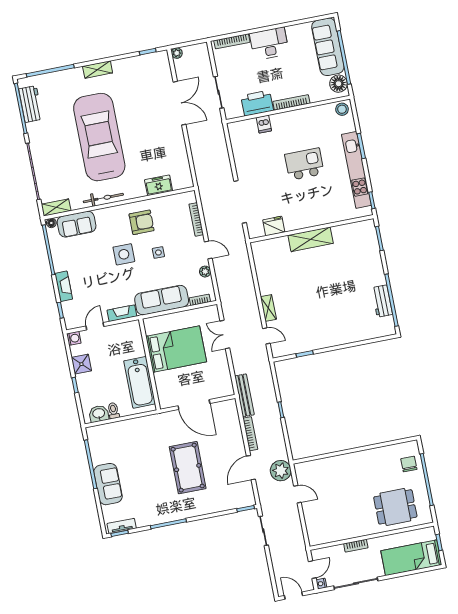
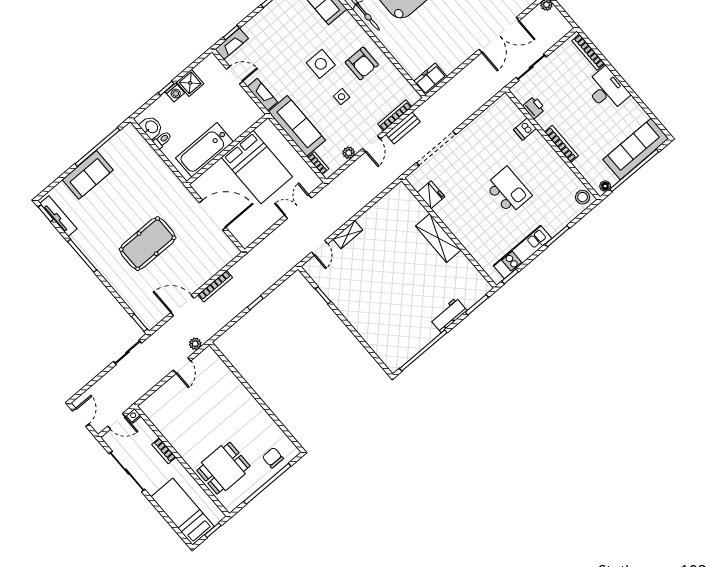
floor lamp: (339, 84) -> (605, 186), width x0.53, depth x0.53
printer: (257, 103) -> (534, 107), width x0.53, depth x0.68
kitchen unit: (356, 170) -> (523, 252), width x0.73
freezer: (159, 185) -> (430, 79), moved, turned -90
fireplace: (64, 286) -> (232, 44), moved
workbench: (382, 301) -> (449, 315), moved
washing machine: (74, 338) -> (175, 92), moved
bench: (244, 395) -> (403, 128), moved, width x0.73
door: (194, 405) -> (213, 215), swing flipped
chair: (409, 464) -> (273, 458), turned -90
plant: (281, 471) -> (195, 344), width x0.53, depth x0.53
dining table: (395, 507) -> (223, 468), turned 90
tv unit: (122, 526) -> (58, 216), width x1.41
nightstand: (321, 584) -> (134, 416), moved

